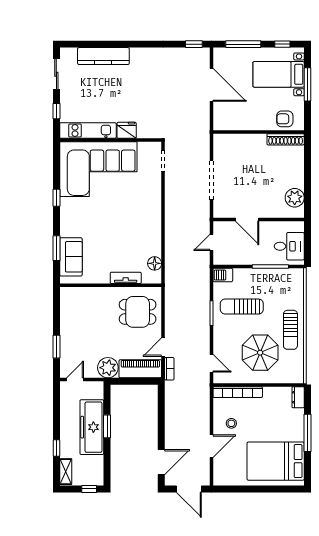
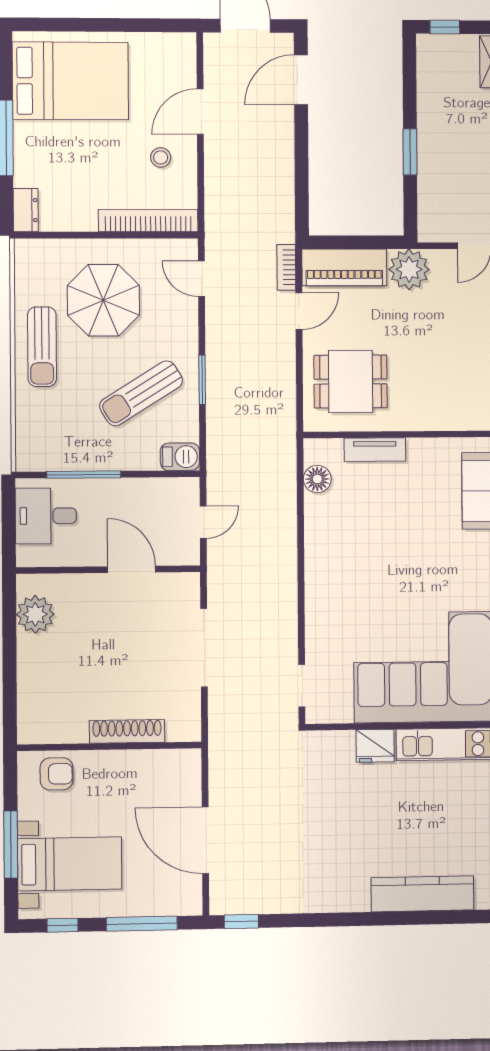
shoe rack: (286, 139) -> (127, 731), moved
sun lounger: (242, 307) -> (141, 393), turned 148
sun lounger: (290, 330) -> (42, 347), turned 180
freezer: (92, 427) -> (440, 150), removed

